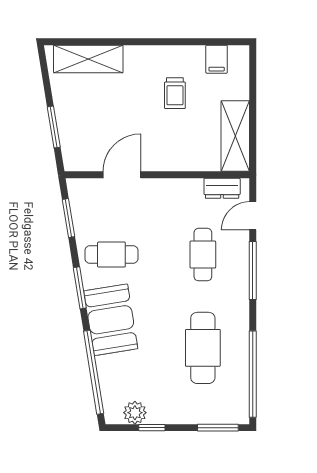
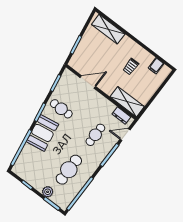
shelving: (235, 136) -> (127, 102), moved, turned 90
plant: (135, 413) -> (48, 192), moved

